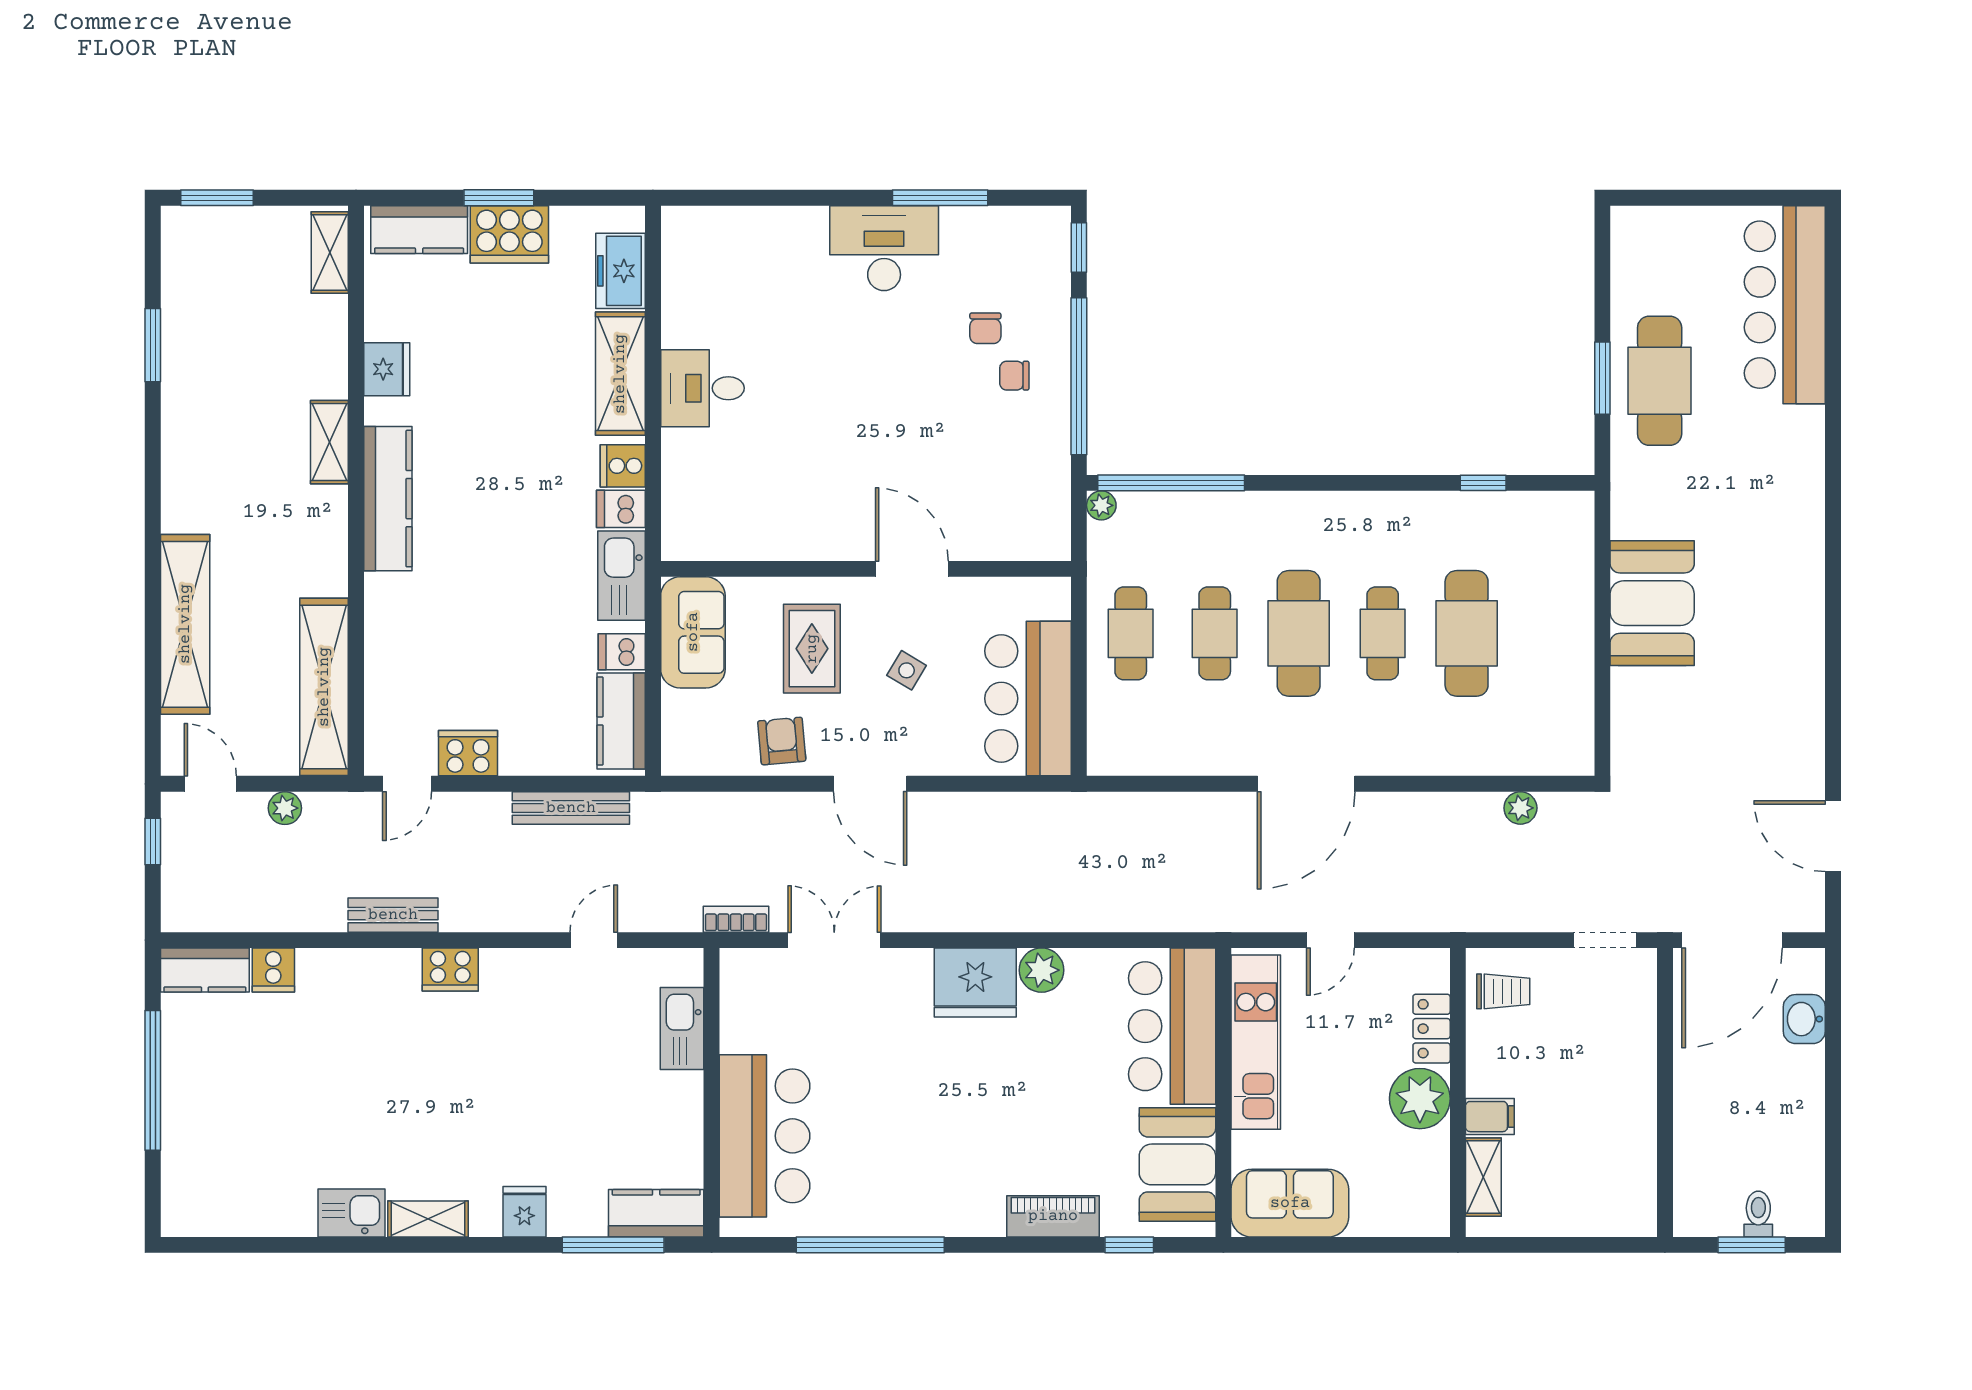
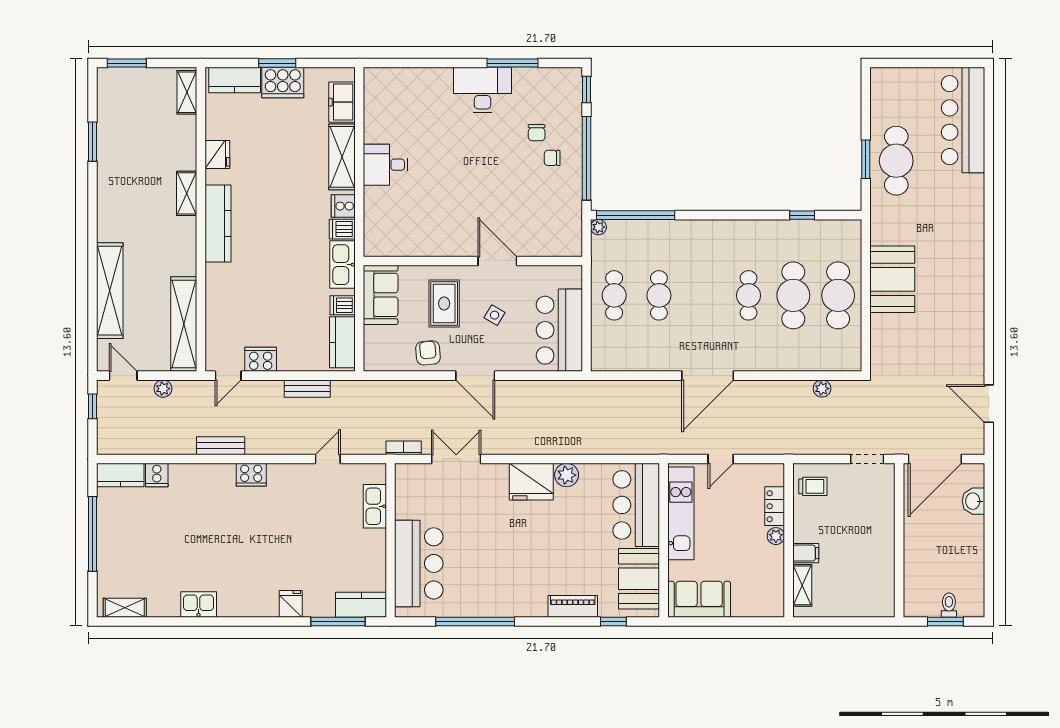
cafe table: (1299, 633) -> (838, 295), moved
bench: (571, 808) -> (307, 389), width x0.73
plant: (1420, 1099) -> (776, 536), width x0.53, depth x0.53
shelving: (428, 1219) -> (125, 608), moved

